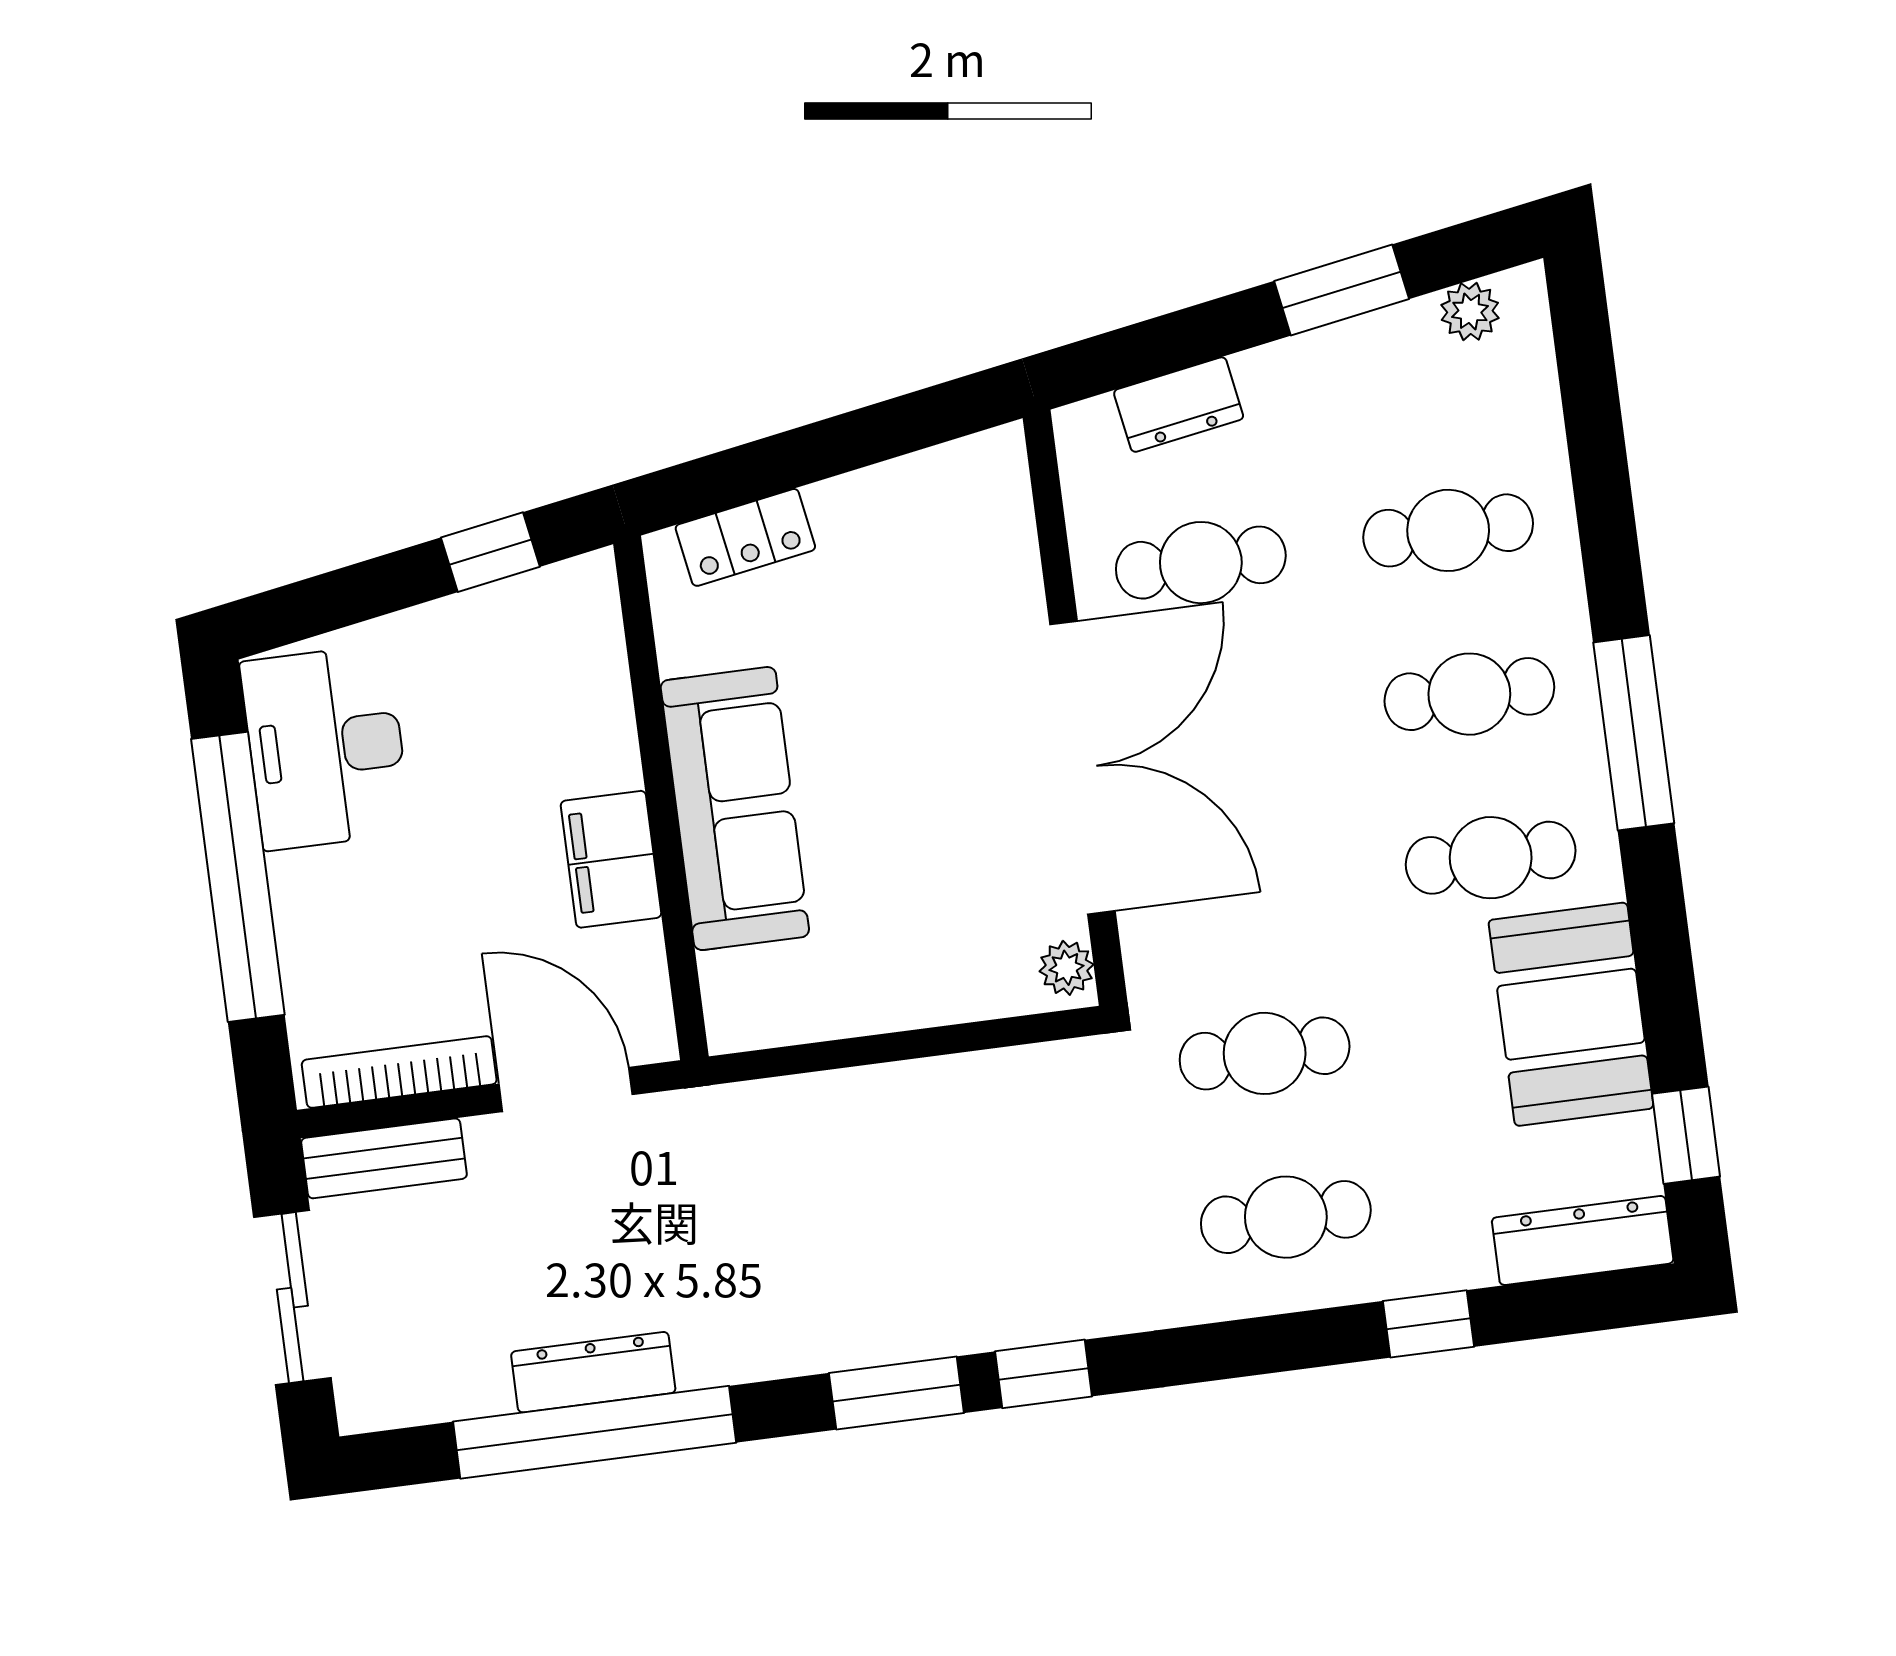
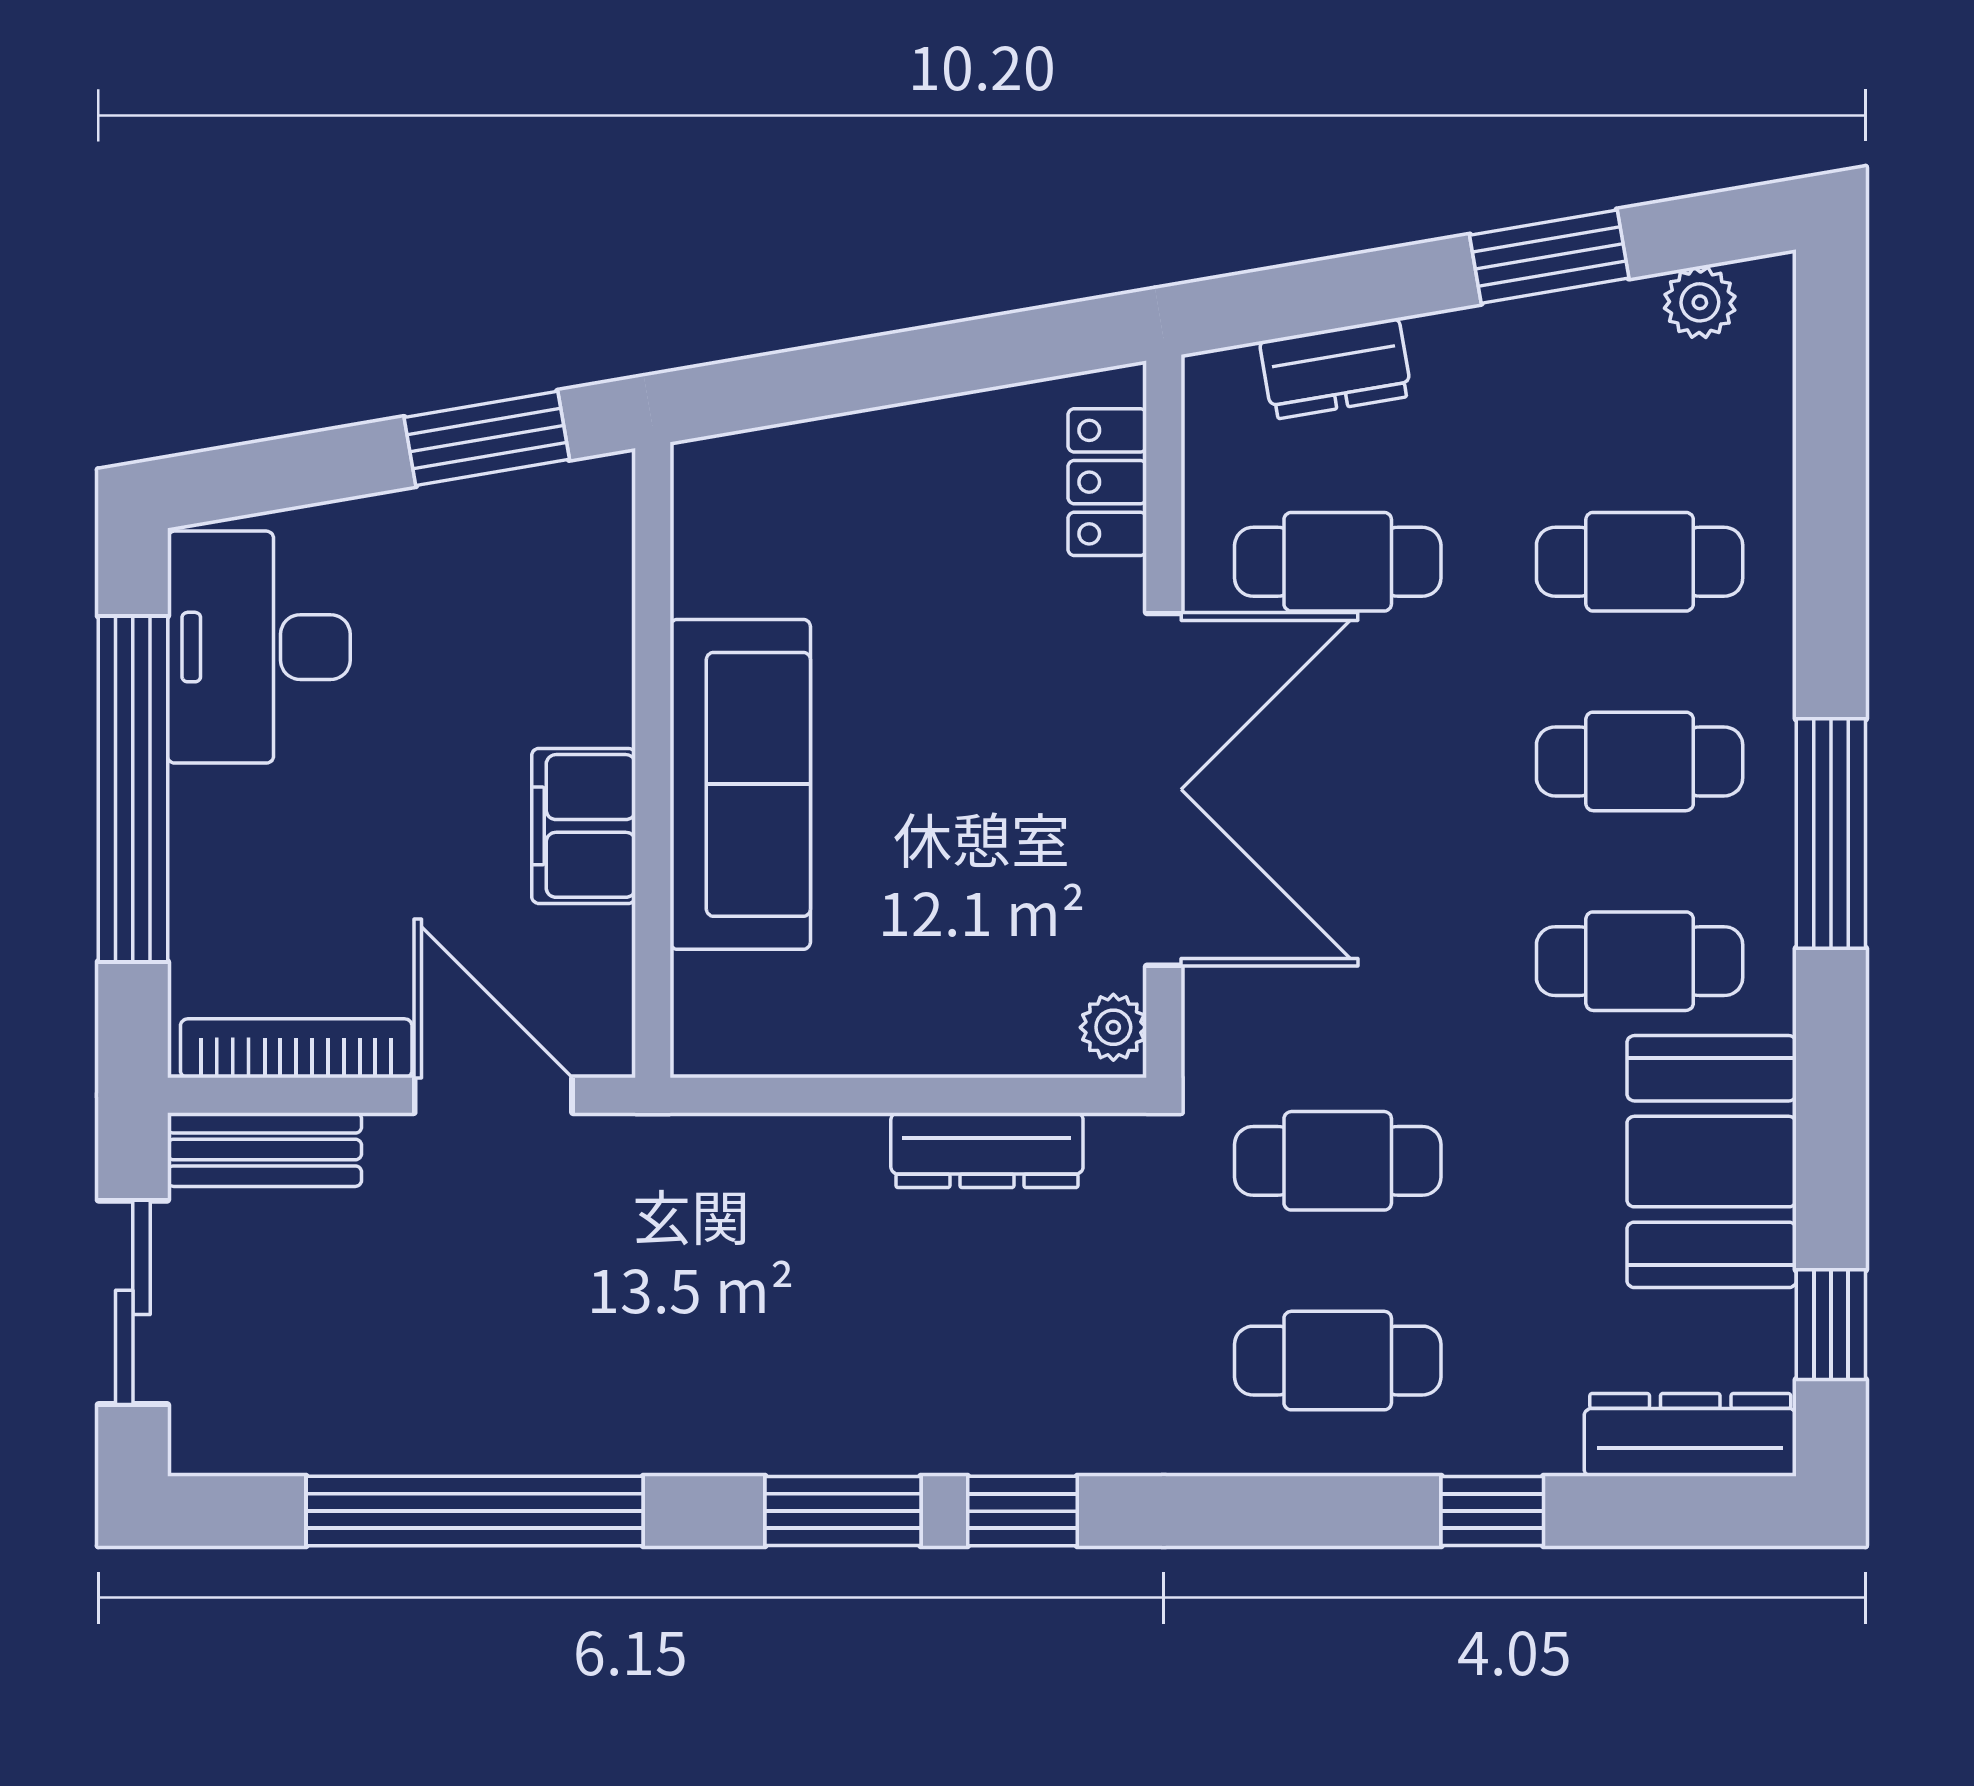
locker: (745, 537) -> (1107, 482), moved, turned 100
window: (490, 552) -> (487, 438), width x1.50
dresser: (593, 1372) -> (987, 1150), moved, turned 180

